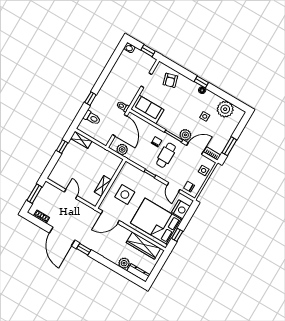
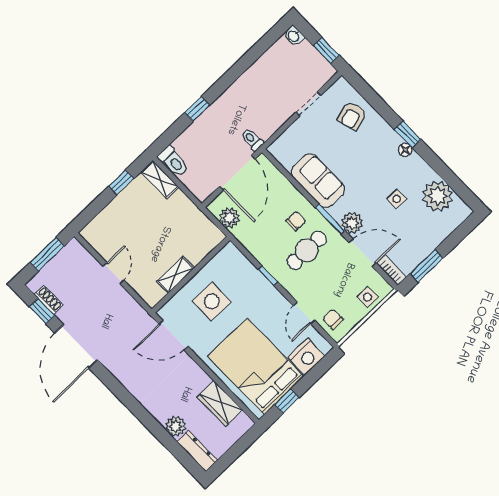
sofa: (147, 109) -> (318, 181), moved
toilet: (92, 118) -> (173, 161), moved
wardrobe: (143, 246) -> (220, 404), width x0.67
window: (84, 249) -> (42, 311), moved

